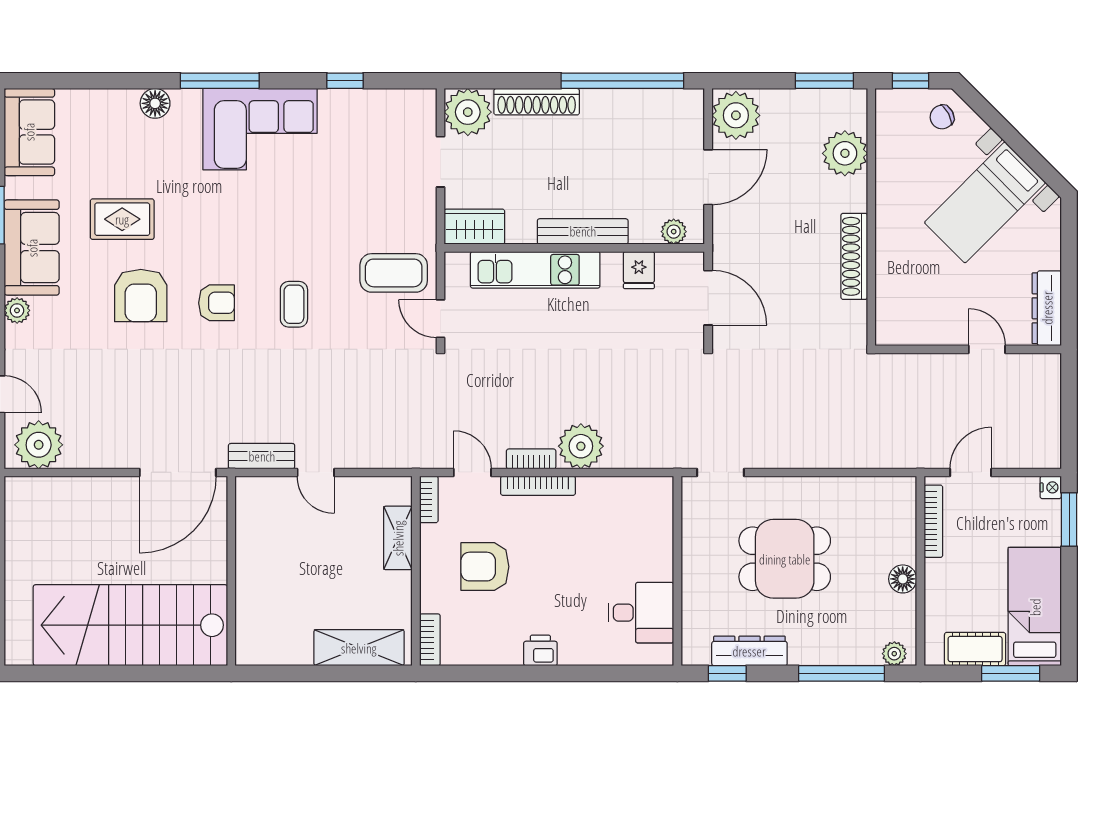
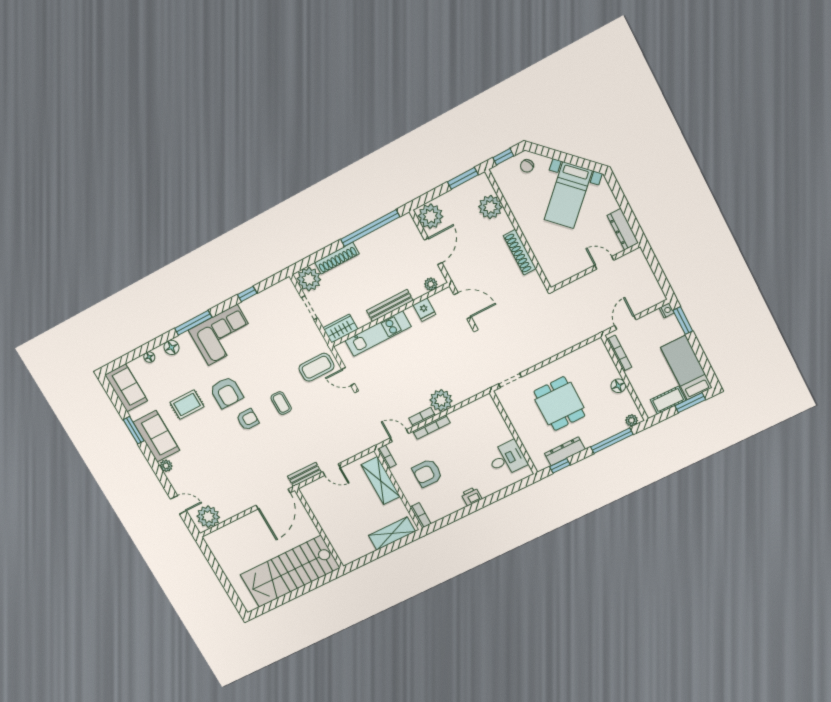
floor lamp: (105, 99) -> (149, 357), added
armchair: (141, 296) -> (226, 392), moved
shelving: (398, 538) -> (381, 481), width x1.50, depth x1.33
dining table: (785, 559) -> (559, 404), turned 90

